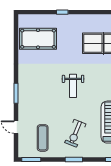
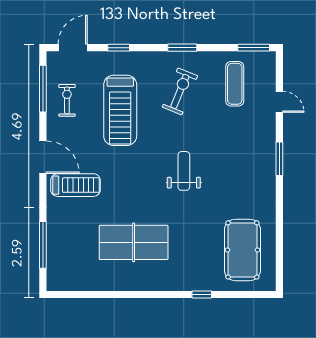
pool table: (38, 39) -> (242, 250), turned 90

